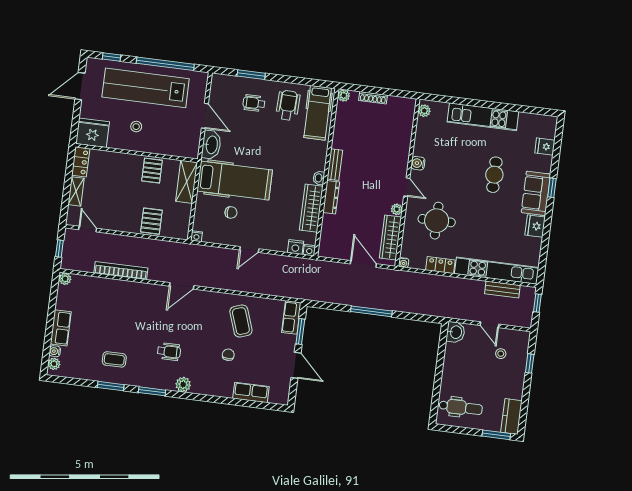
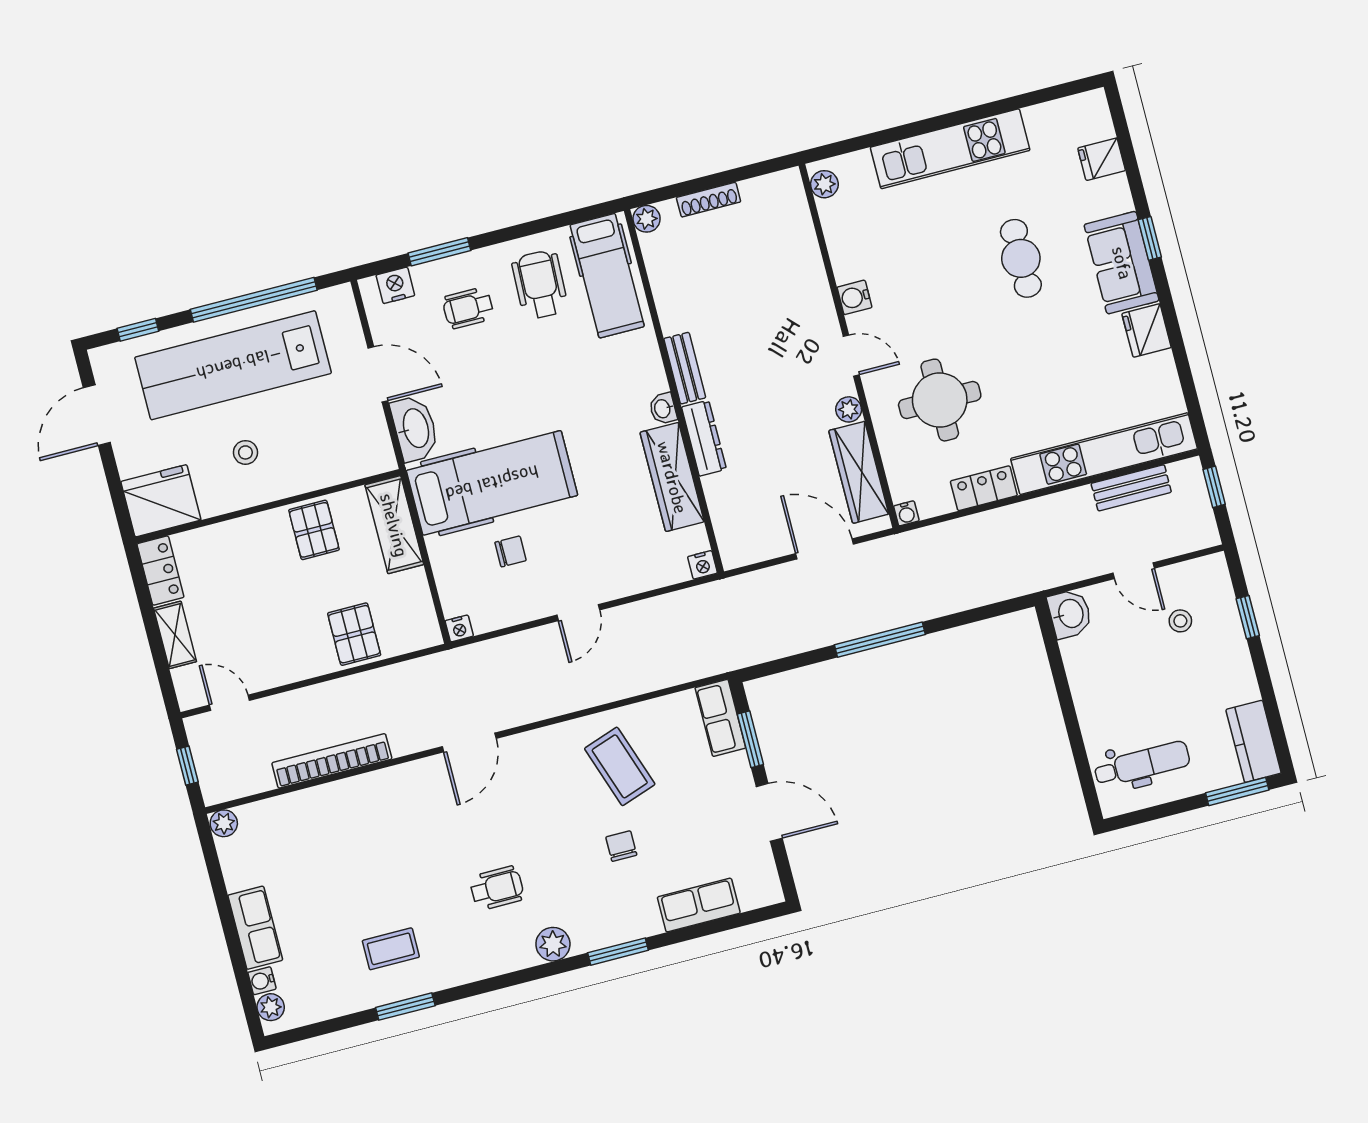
nightstand: (295, 247) -> (395, 285), moved, turned 180
window: (152, 391) -> (618, 952), moved

